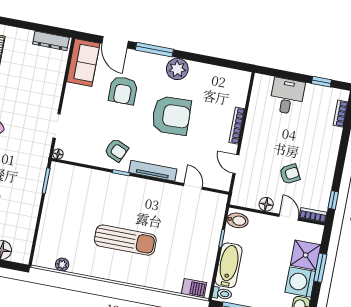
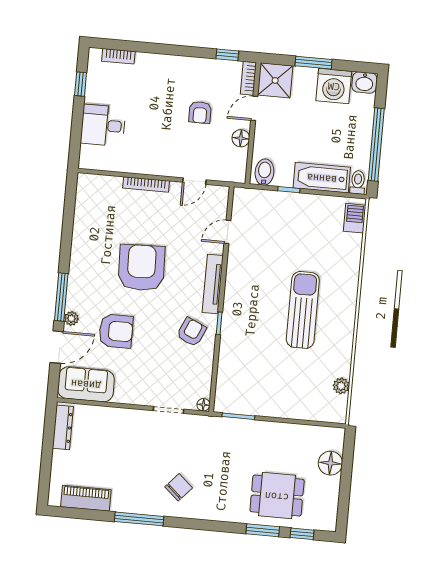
plant: (177, 69) -> (71, 319), moved, width x0.53, depth x0.53
armchair: (290, 174) -> (200, 112), turned -152
shower: (306, 255) -> (275, 80), moved

